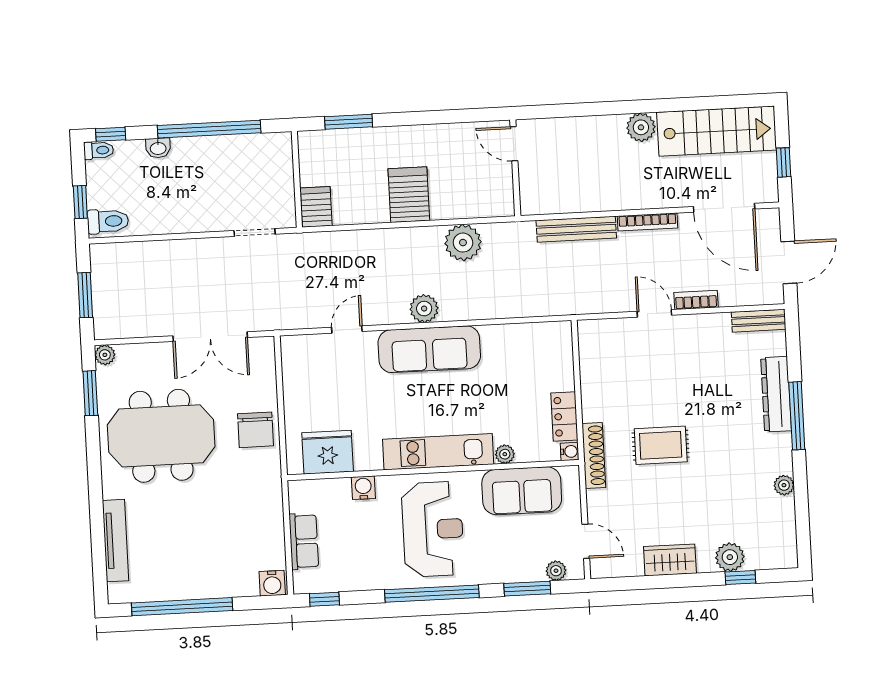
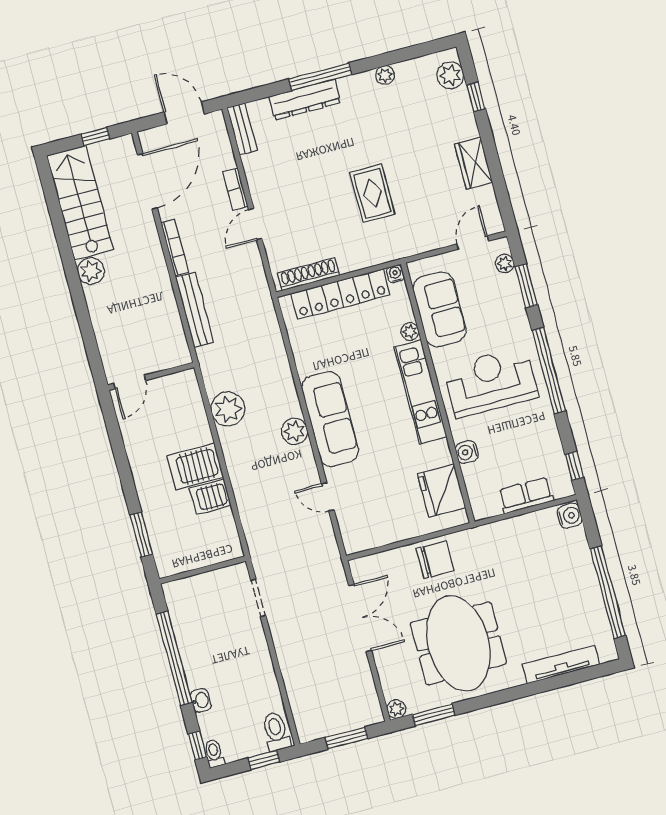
server rack: (316, 207) -> (210, 497), moved
locker: (564, 416) -> (340, 294), width x2.16, depth x1.21
shoe rack: (594, 455) -> (309, 274), moved
plant: (730, 557) -> (450, 75), moved

